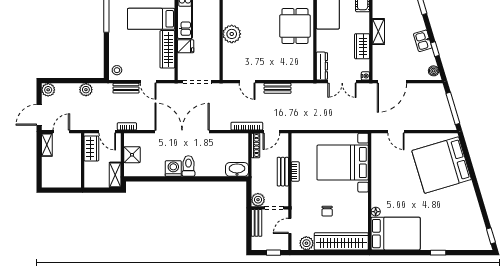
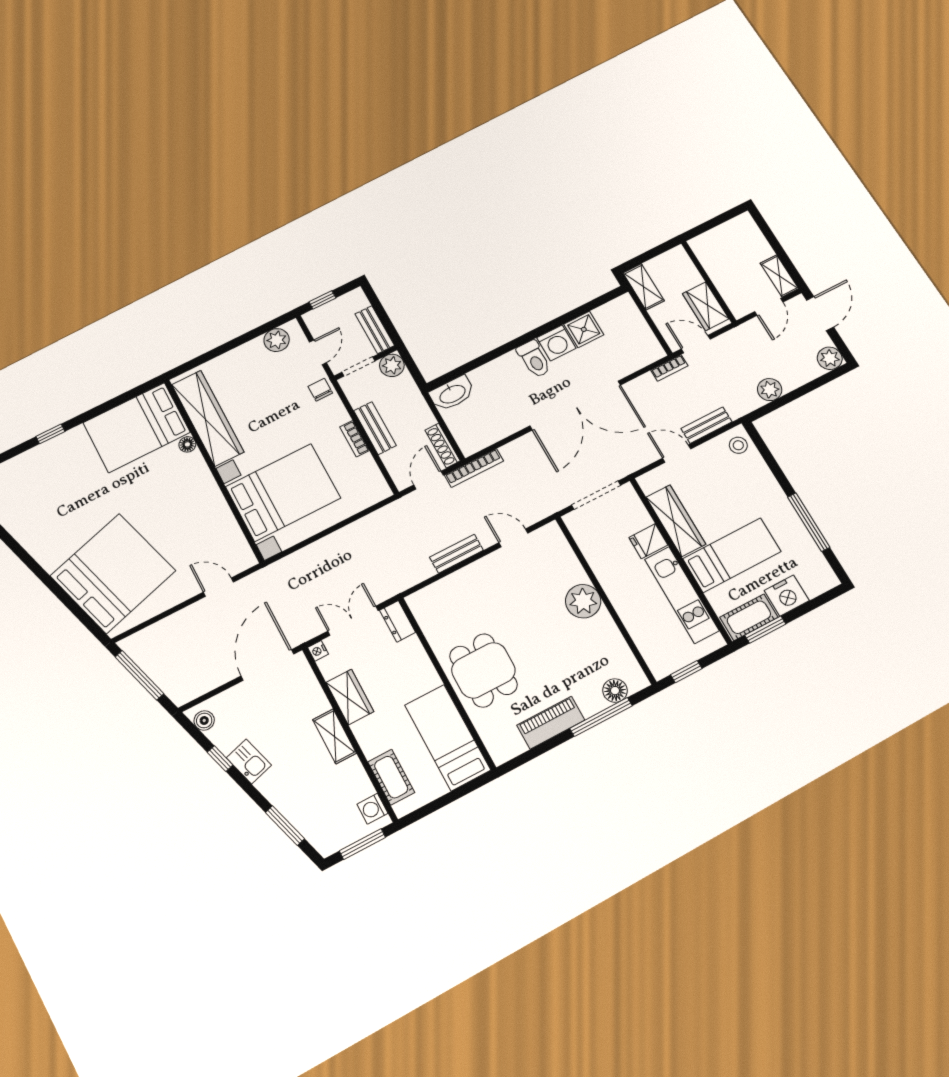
dresser: (322, 66) -> (398, 621), width x0.70
shower: (132, 155) -> (584, 329), moved
chair: (327, 211) -> (320, 390), moved
wardrobe: (341, 241) -> (208, 418), moved, turned -90

